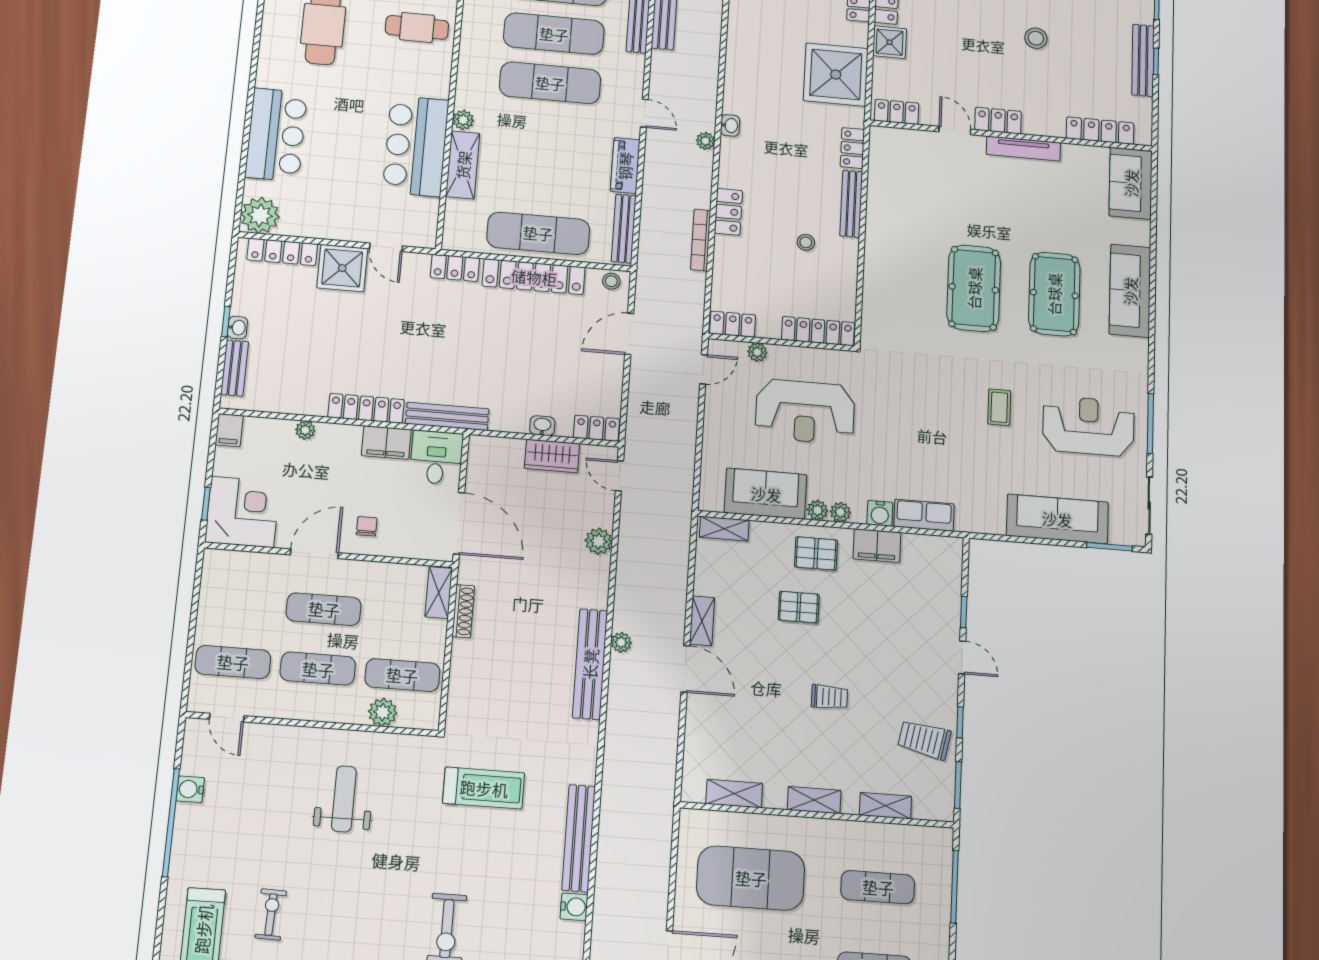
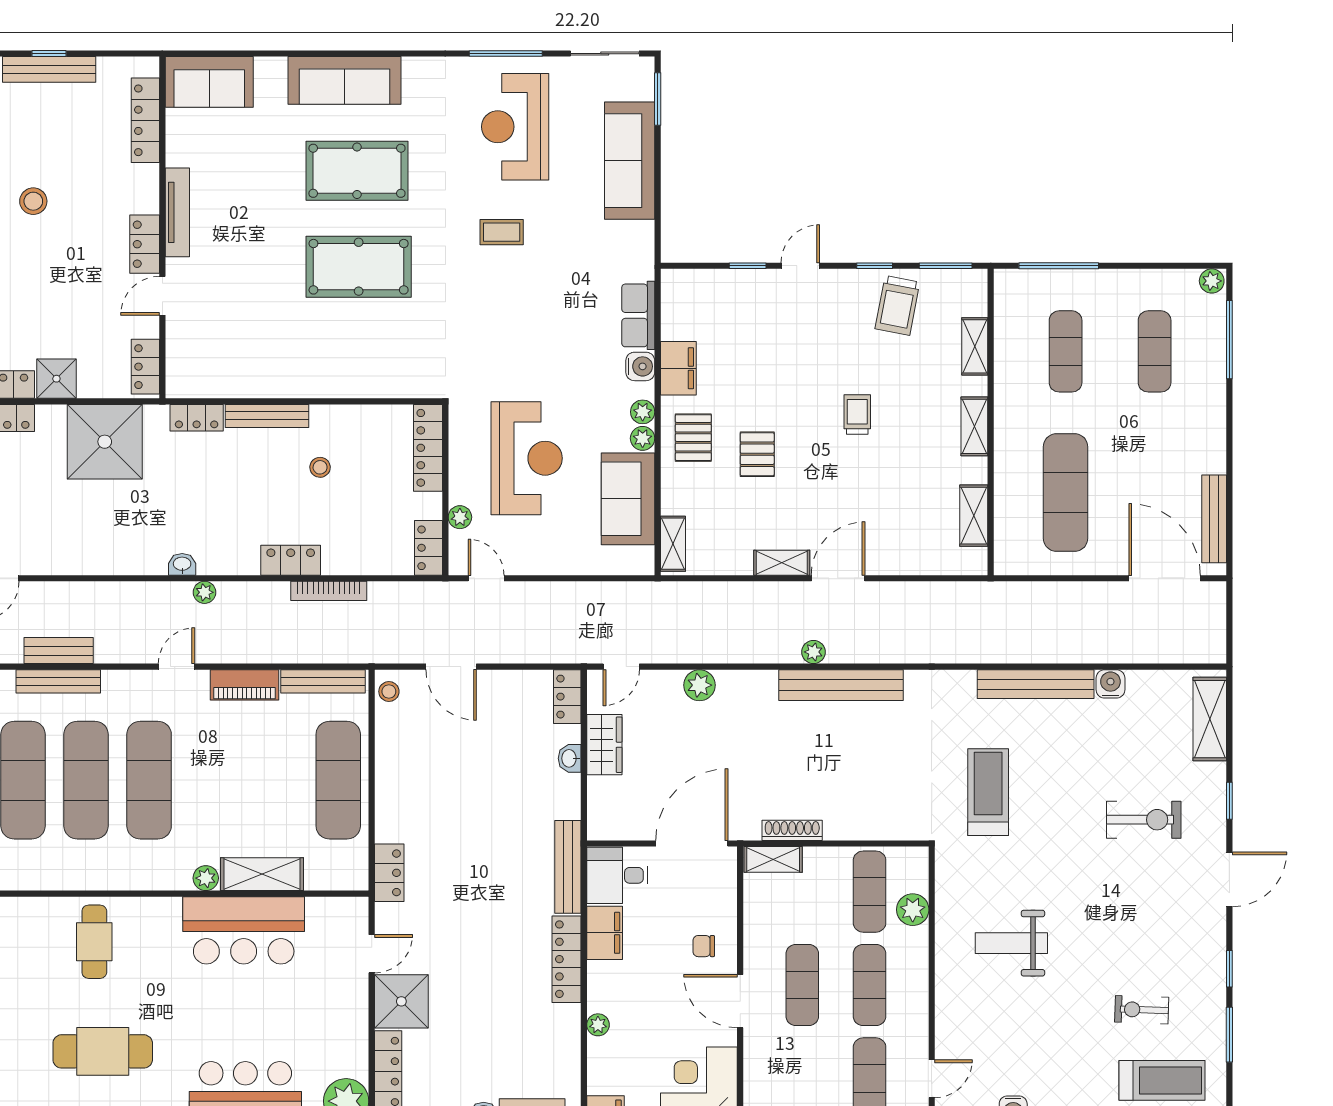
locker: (534, 277) -> (392, 782), removed
exercise mat: (751, 878) -> (1066, 493), width x0.68

